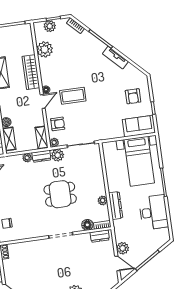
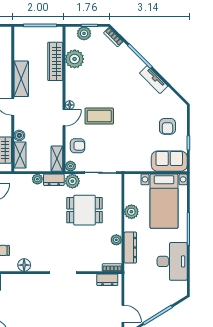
wardrobe: (31, 72) -> (55, 61), moved
dining table: (60, 194) -> (85, 210), moved
floor lamp: (87, 225) -> (24, 265), moved
plant: (123, 248) -> (131, 212), moved

